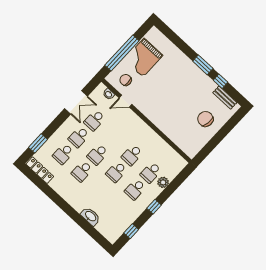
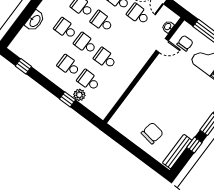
bench: (225, 98) -> (177, 152), width x1.36
door: (125, 101) -> (162, 45), swing flipped
school desk: (101, 189) -> (66, 29), added
window: (154, 207) -> (67, 99), moved

